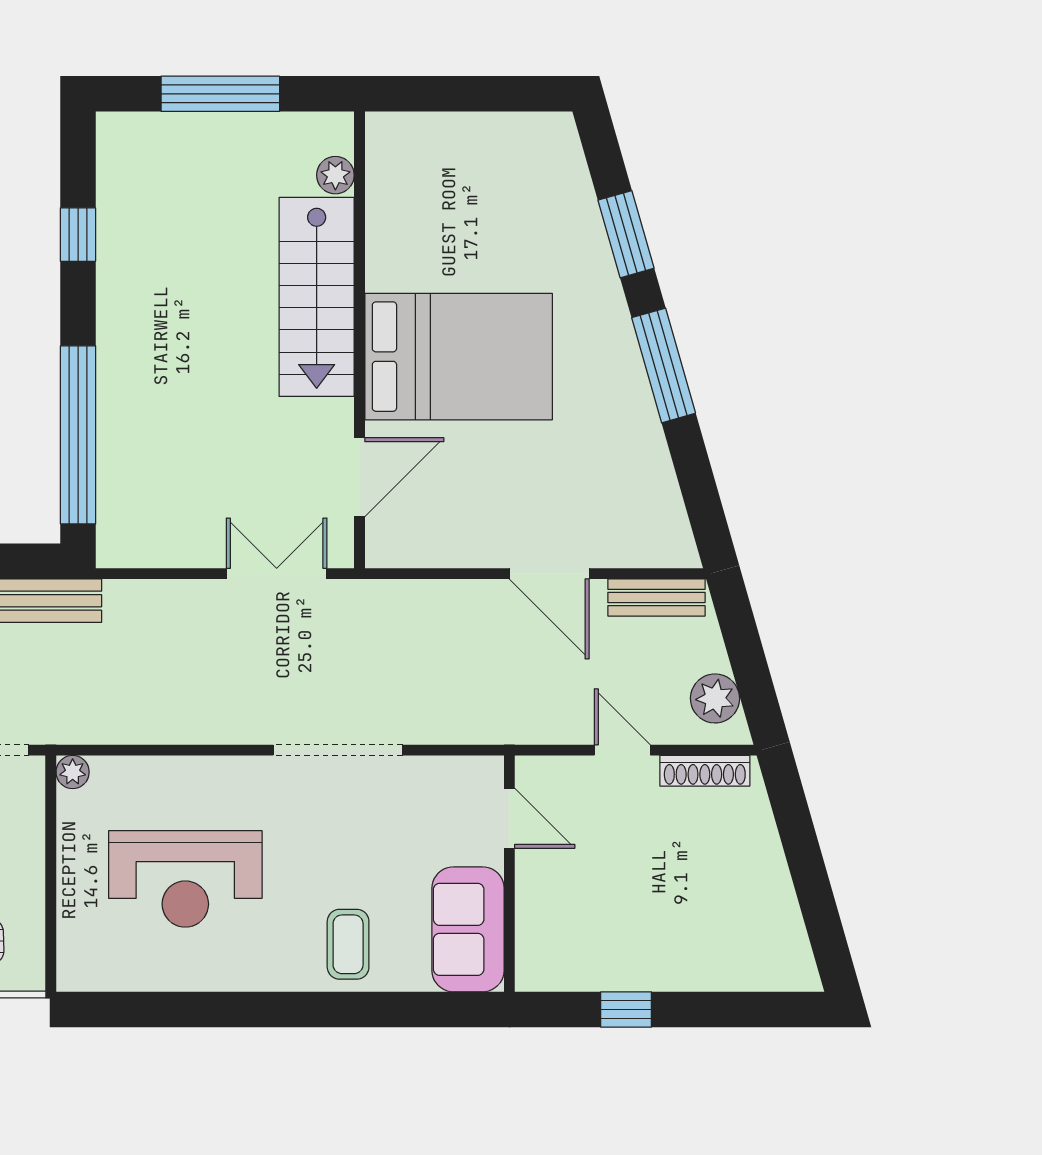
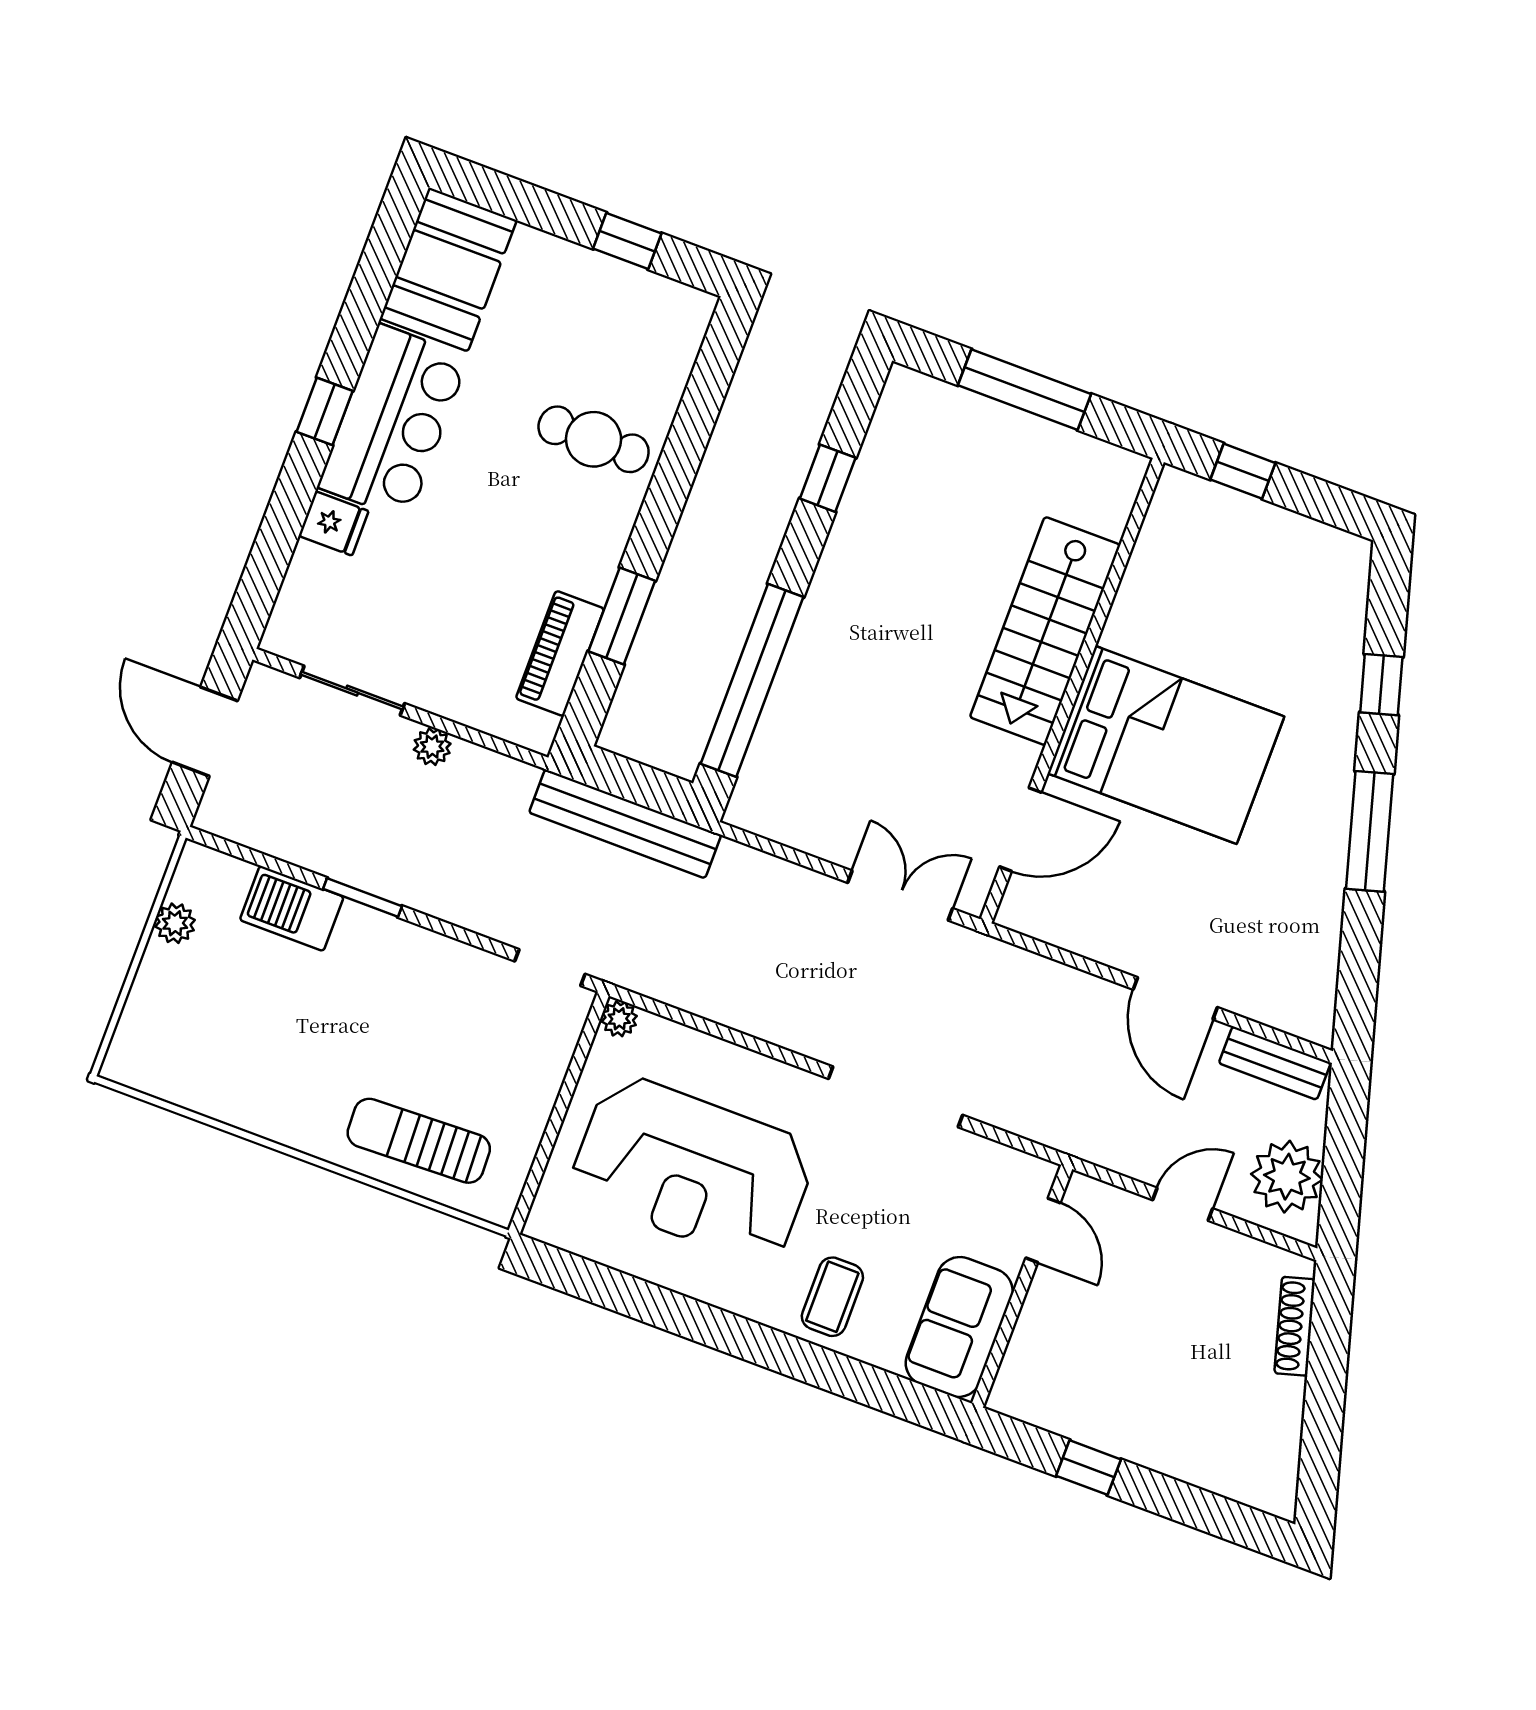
window: (437, 94) -> (1243, 471), added
plant: (335, 175) -> (1110, 515), removed
window: (626, 234) -> (1381, 685), width x0.67
plant: (715, 698) -> (1287, 1177), width x1.36, depth x1.36
door: (622, 750) -> (1183, 1204), hinge flipped
shoe rack: (705, 771) -> (1295, 1326), moved, turned 74
reception desk: (185, 879) -> (693, 1169), width x1.36, depth x1.30

